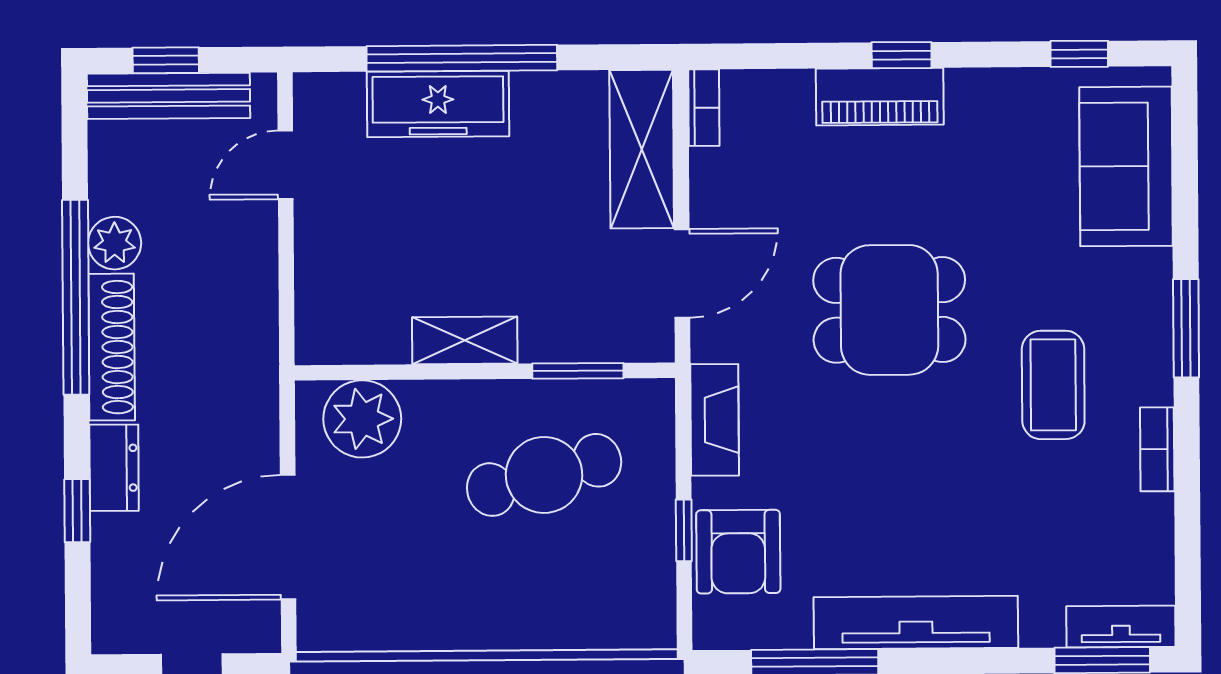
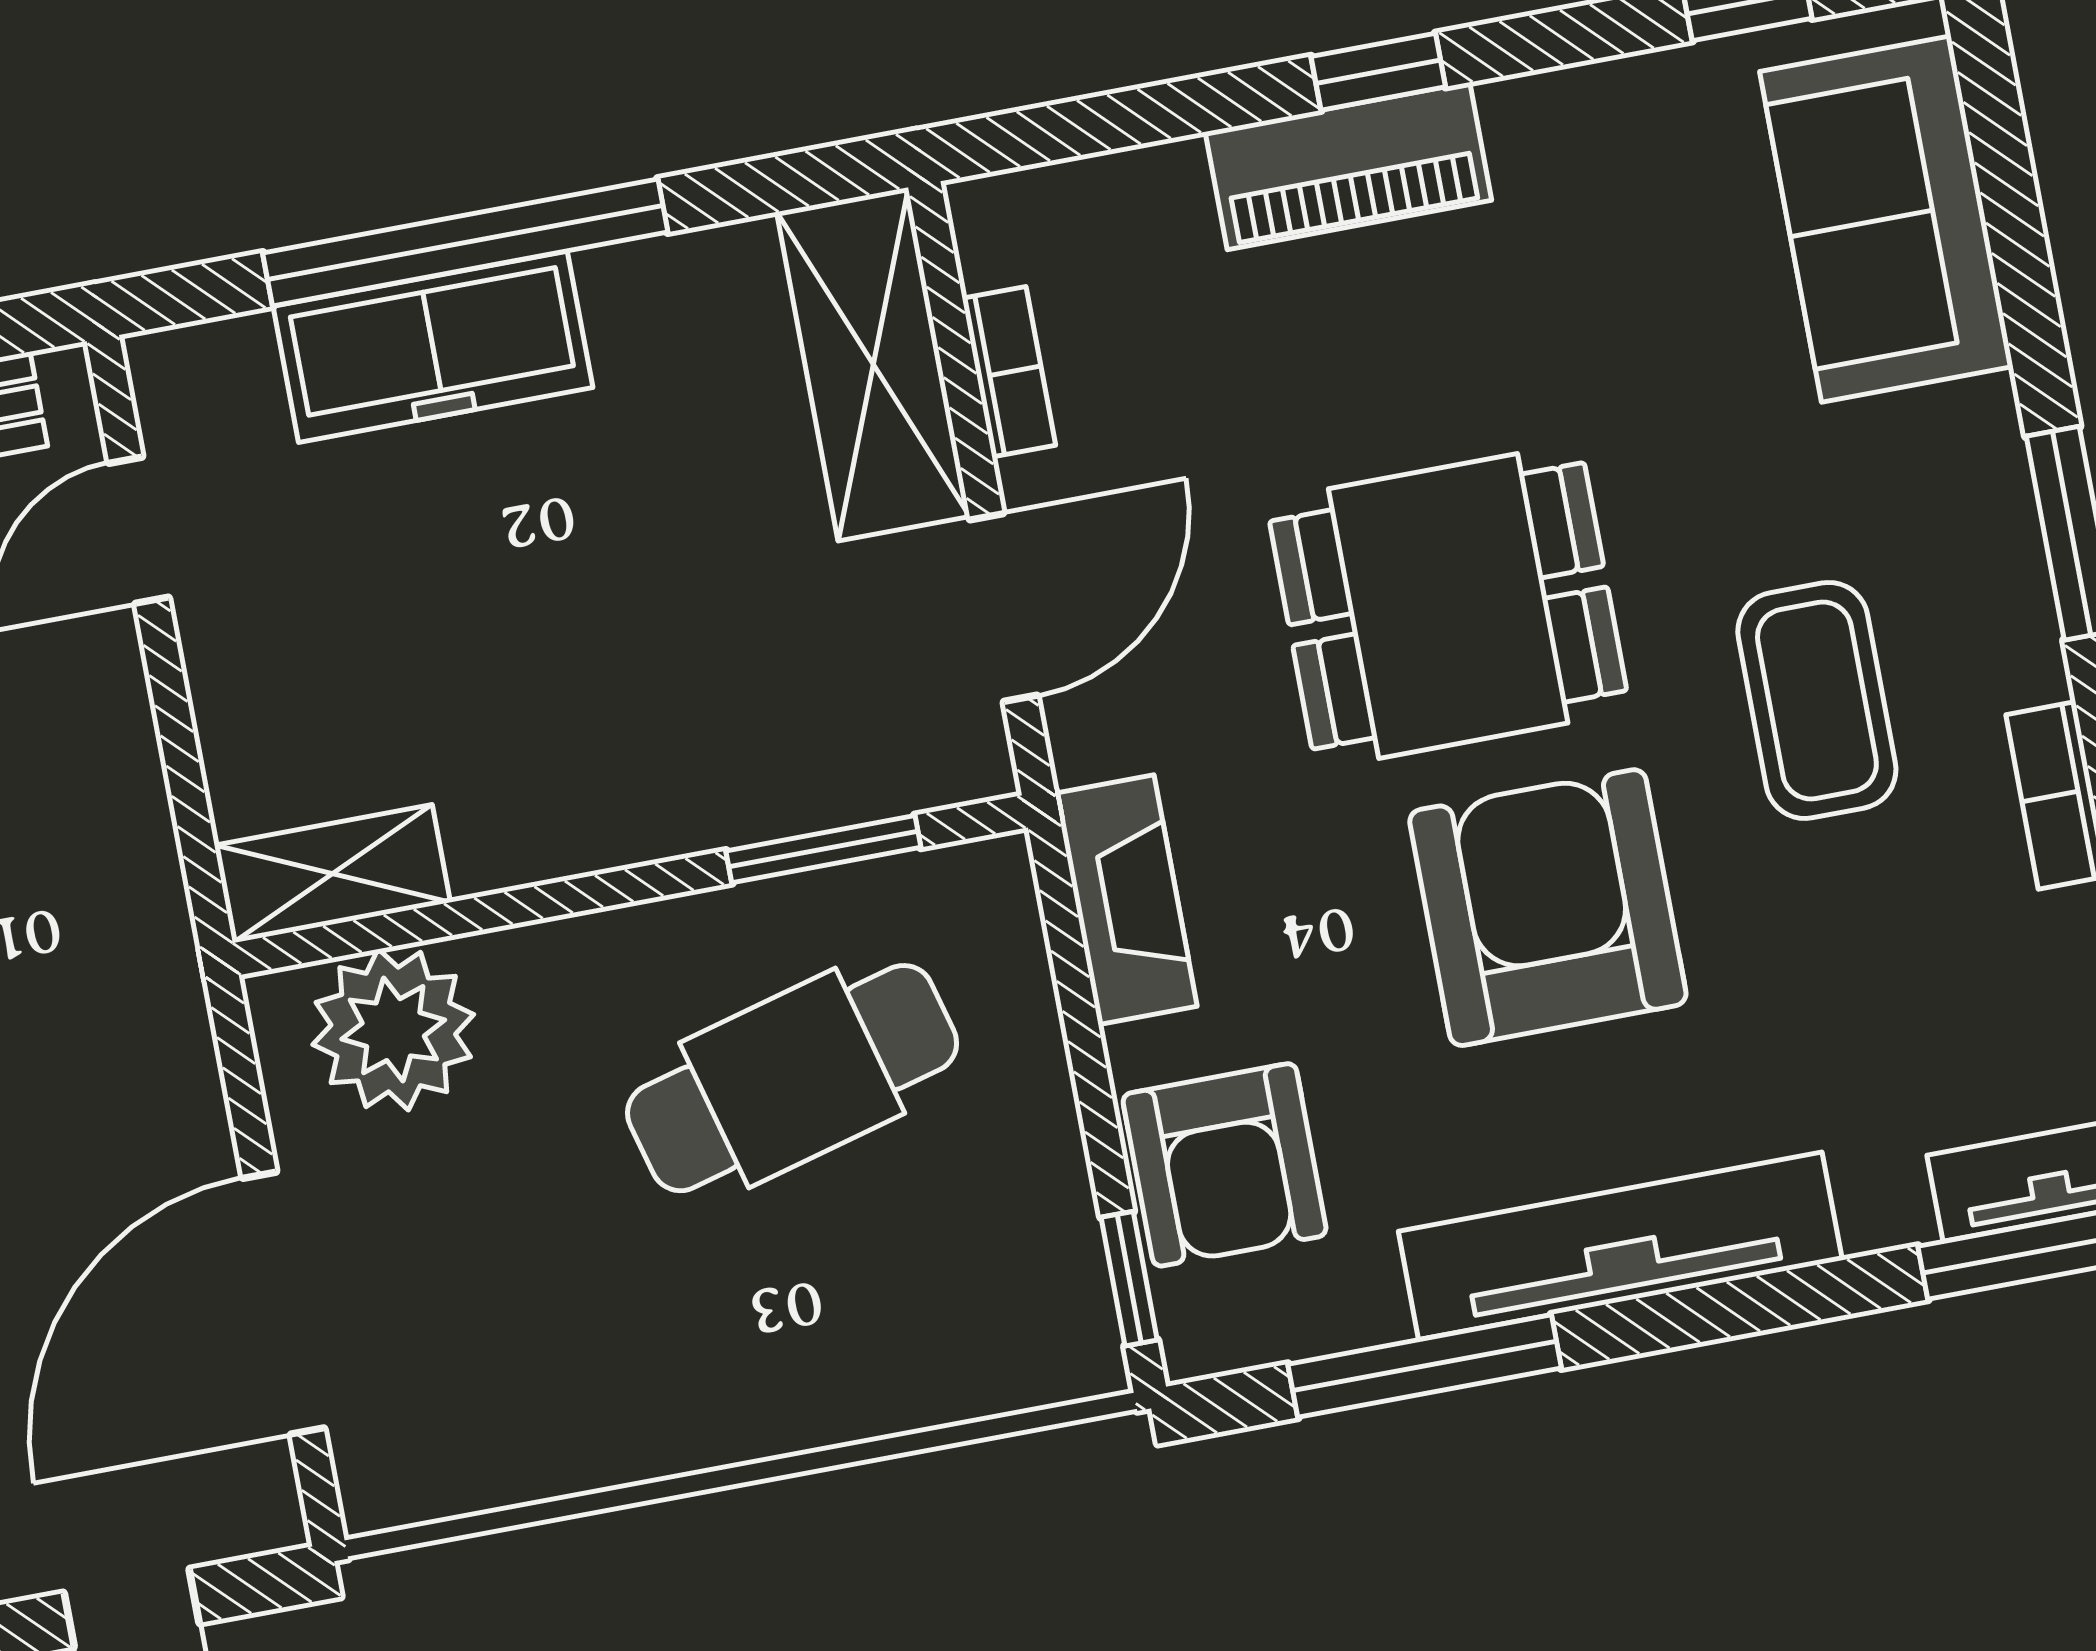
bookcase: (704, 108) -> (1009, 372), moved
shelving: (465, 340) -> (332, 874), moved
armchair: (911, 459) -> (1548, 908), added
window: (684, 530) -> (1129, 1279), moved

